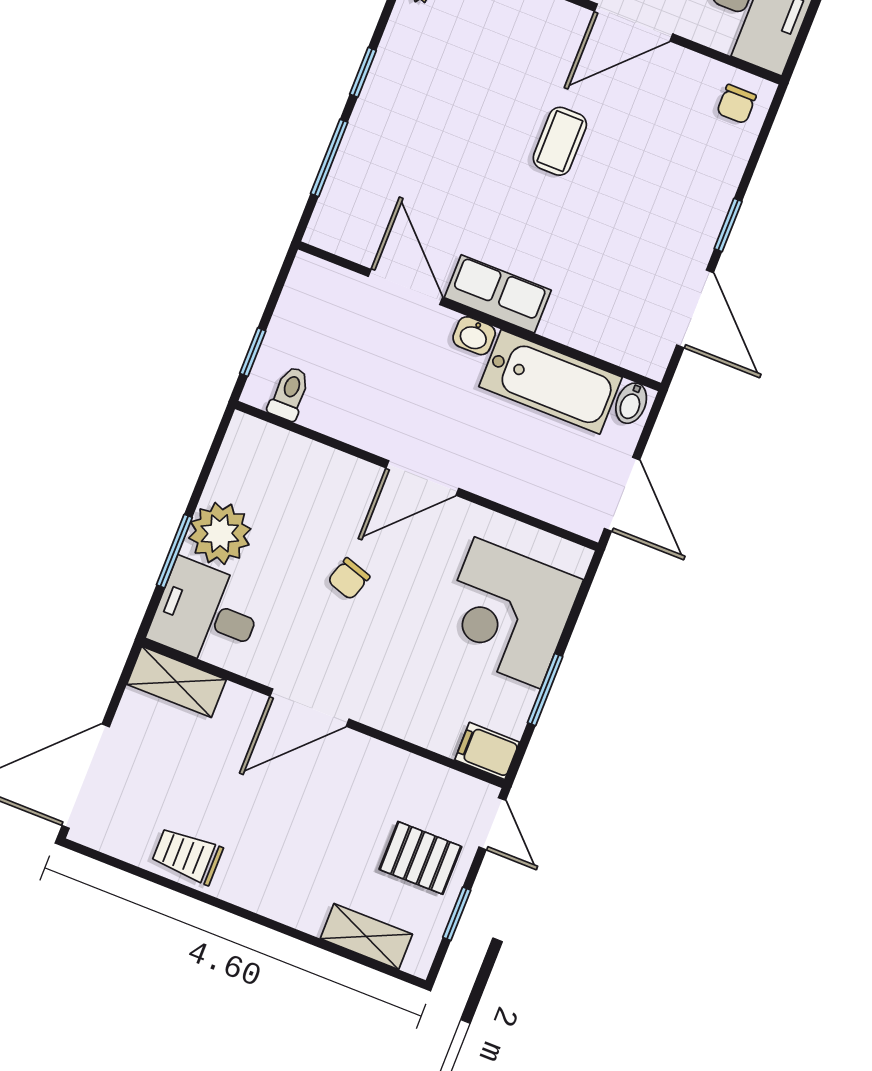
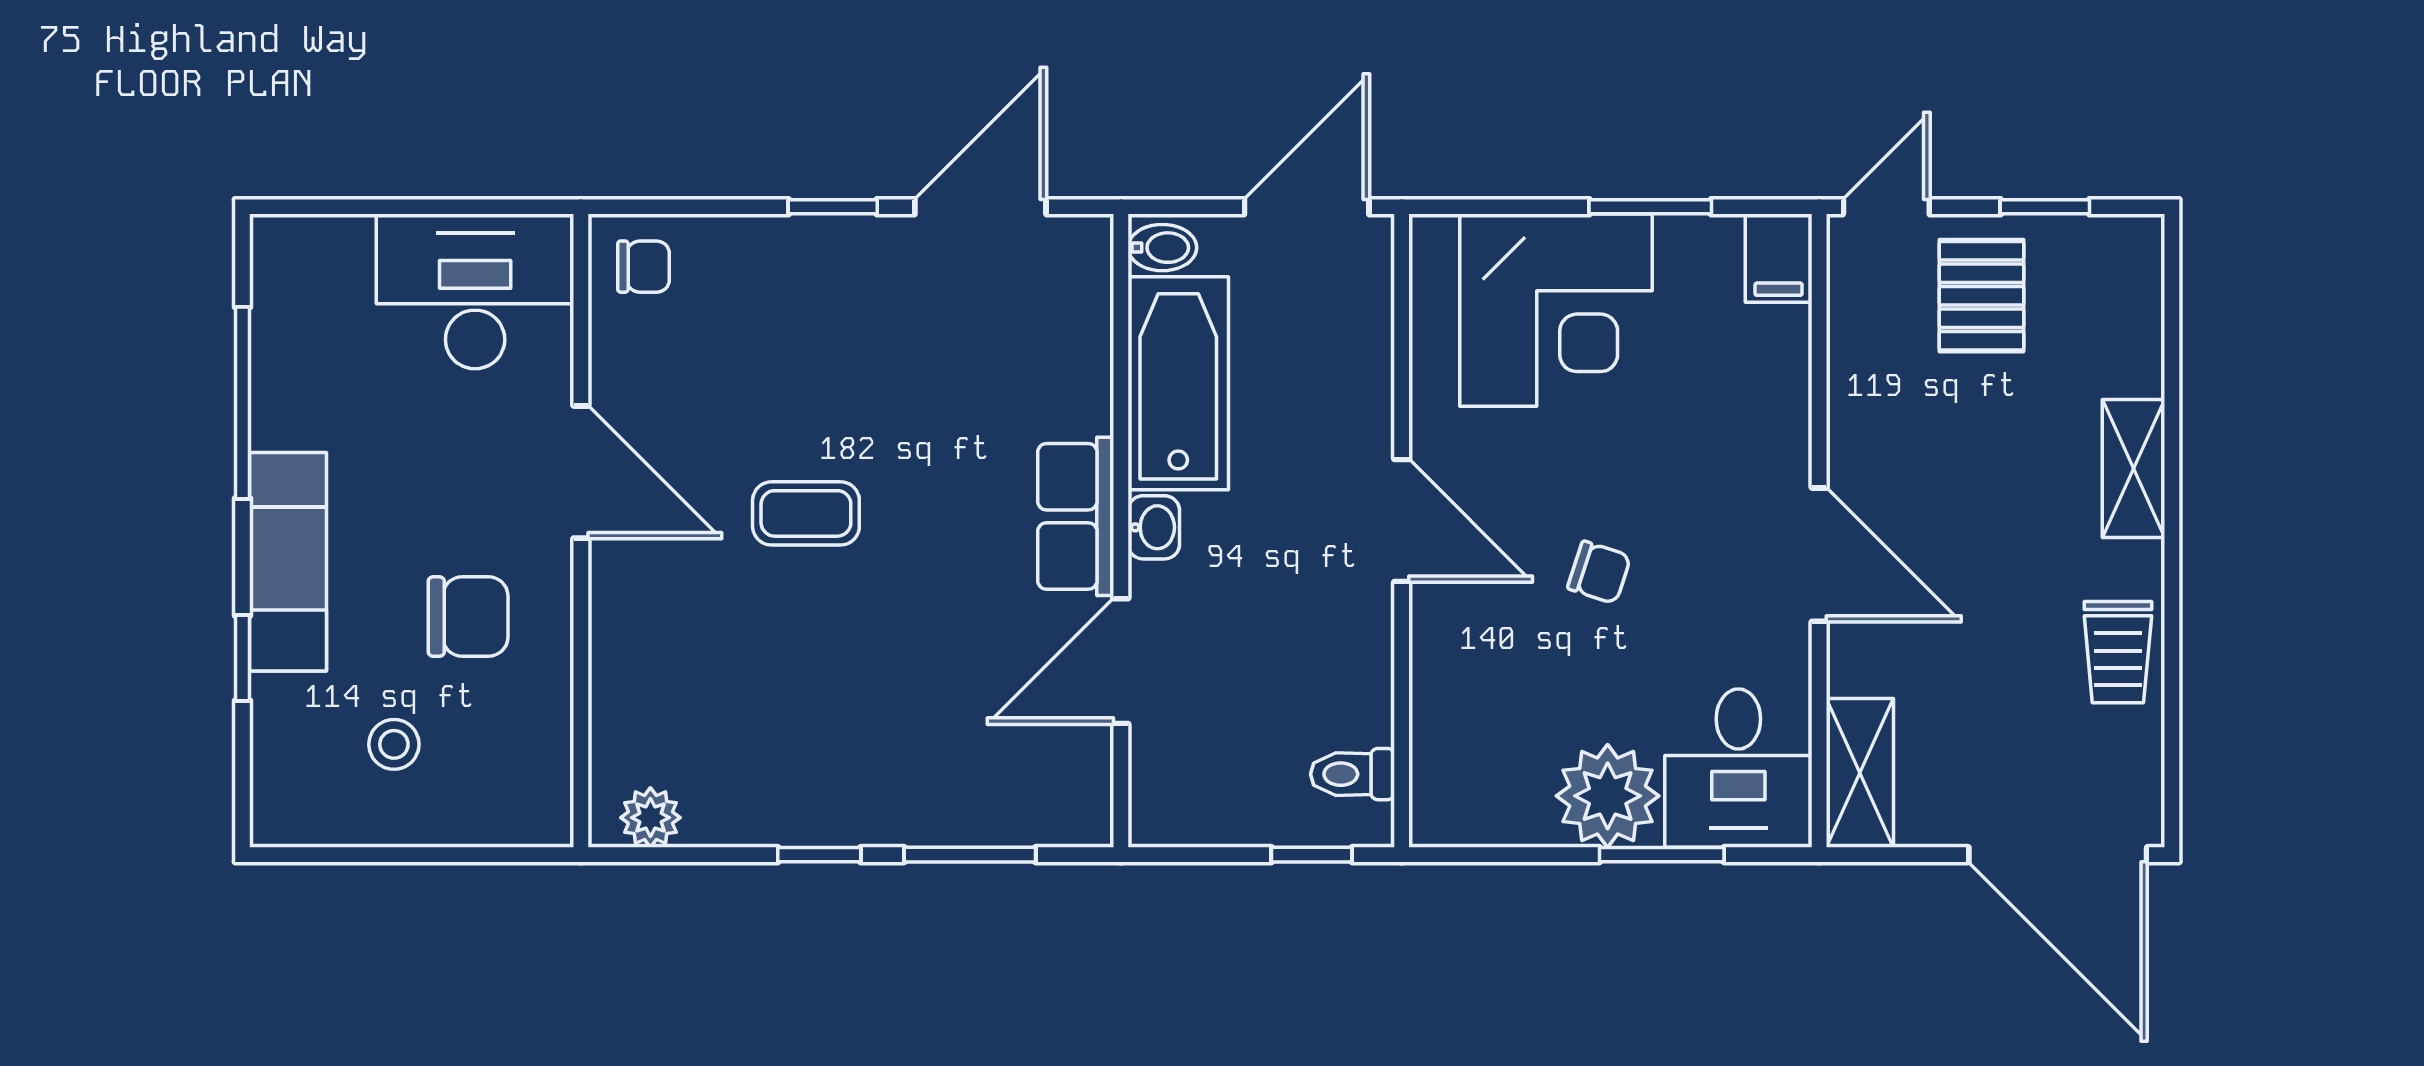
shelving: (366, 936) -> (2134, 468), moved

